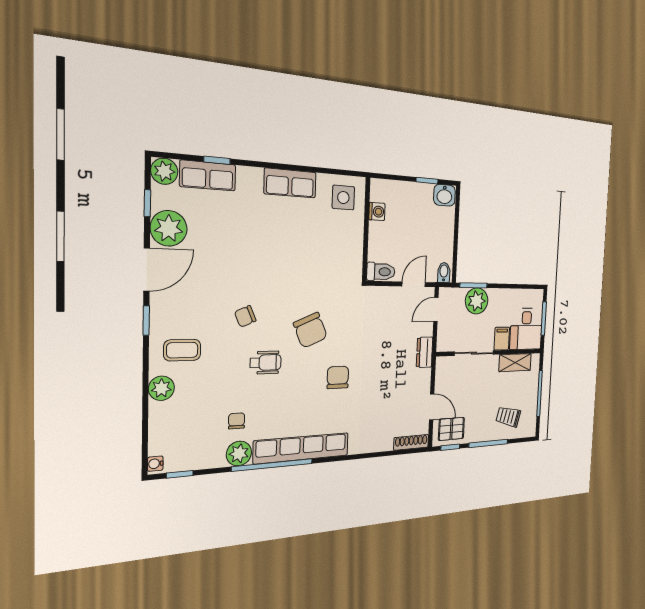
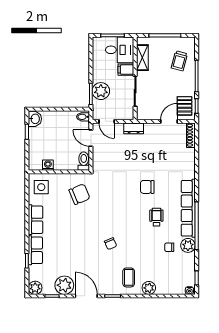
row of seats: (208, 176) -> (35, 250), moved
chair: (310, 330) -> (79, 194), moved
wheelchair: (266, 363) -> (156, 217), moved

